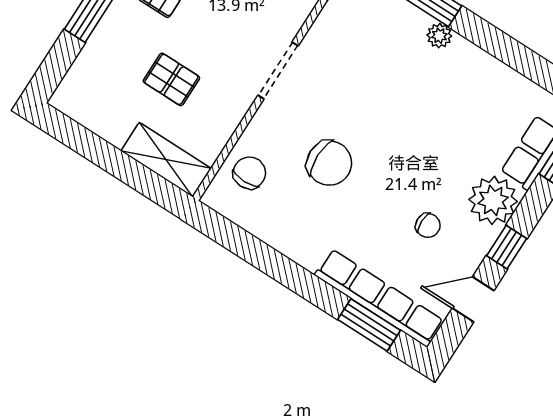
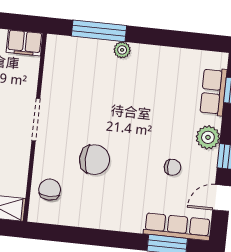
plant: (493, 200) -> (208, 137), width x0.73, depth x0.73
row of seats: (379, 298) -> (177, 227), width x0.73

